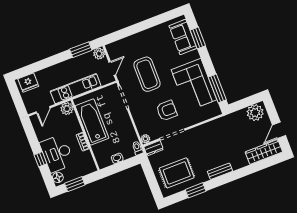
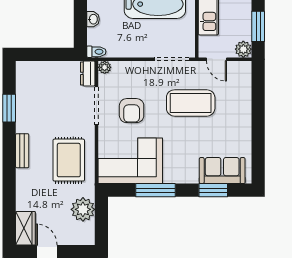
corner sofa: (194, 85) -> (130, 161), moved
window: (217, 88) -> (155, 190), moved
plant: (255, 113) -> (83, 209), moved
wardrobe: (264, 152) -> (25, 228), width x0.67
rug: (177, 173) -> (69, 160), moved

